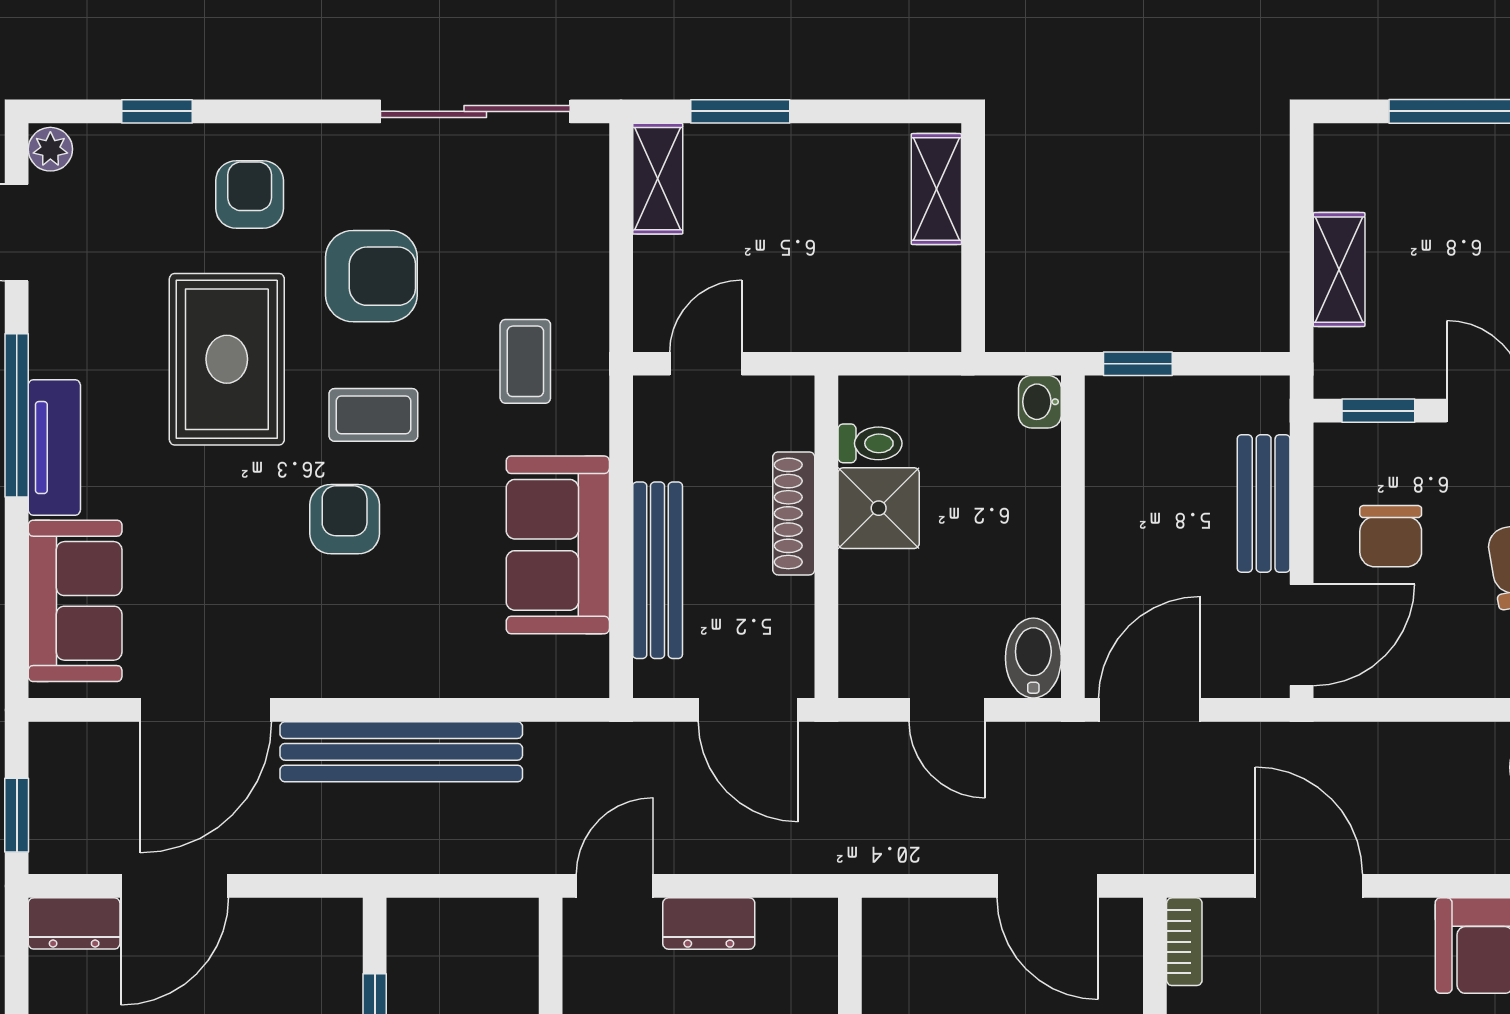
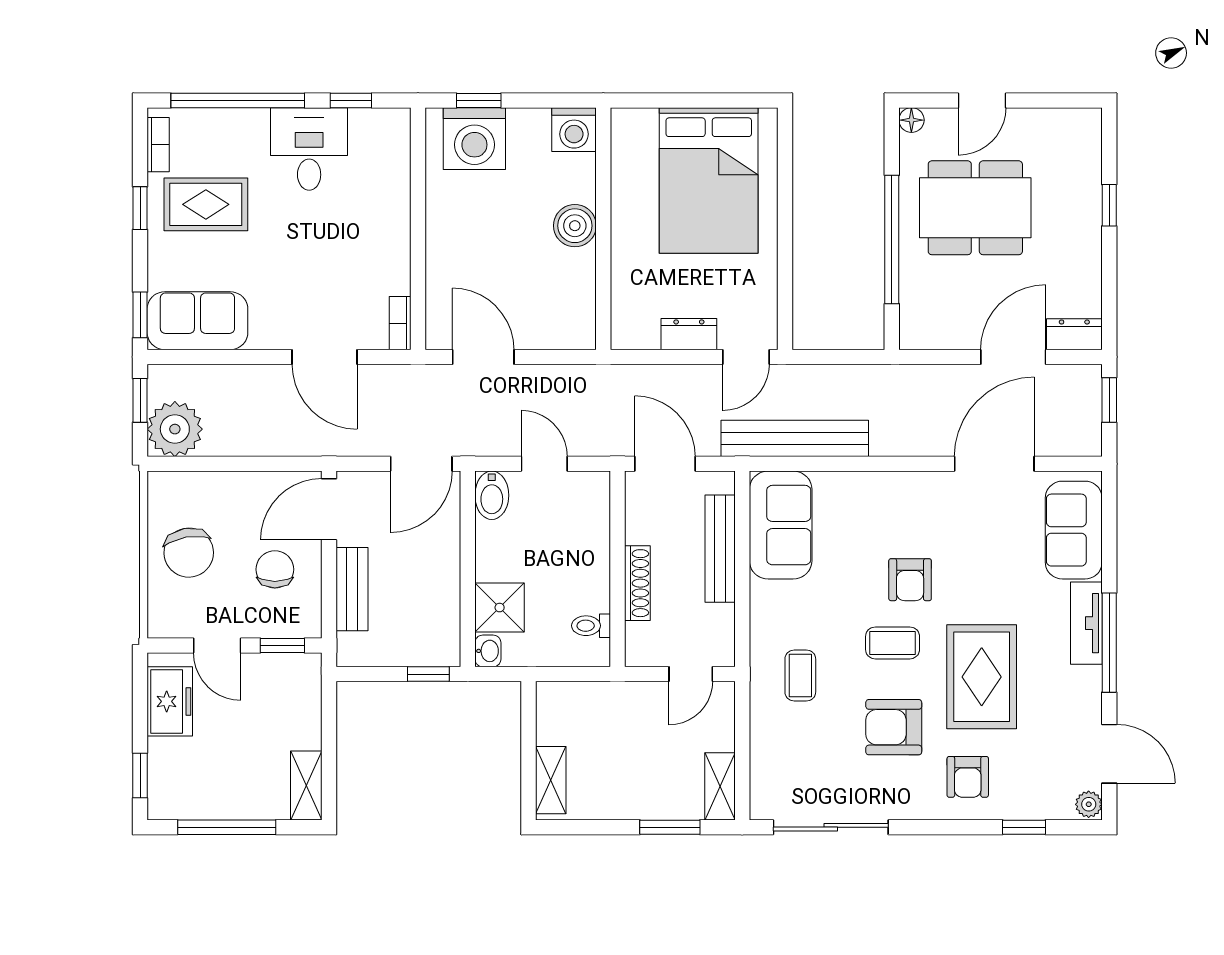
shelving: (1339, 270) -> (306, 785), moved
shower: (879, 508) -> (500, 608), moved
sofa: (558, 545) -> (781, 525), moved
bench: (401, 752) -> (795, 438), moved

